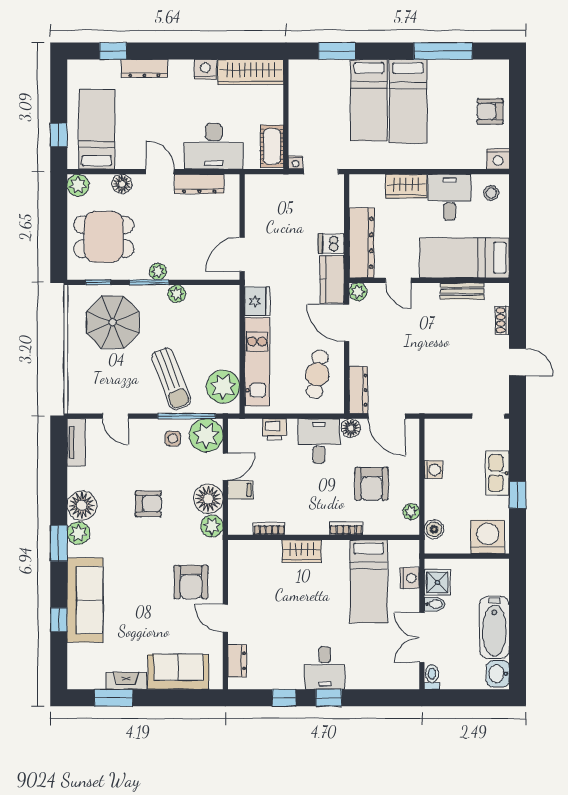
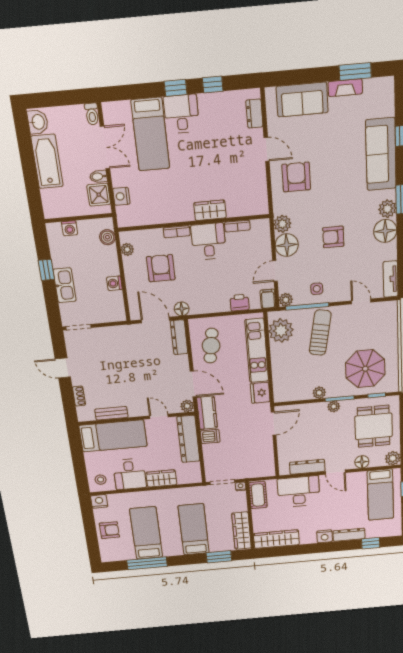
nightstand: (205, 69) -> (325, 536), moved
wardrobe: (300, 91) -> (242, 531), added
bed: (408, 101) -> (146, 533), moved
dining table: (104, 237) -> (374, 426), turned 90
sun lounger: (171, 379) -> (320, 333), turned 32
plant: (206, 435) -> (286, 300), width x0.53, depth x0.53
desk: (319, 441) -> (209, 241), moved, turned 180
filing cabinet: (240, 490) -> (268, 299), moved, turned 90
washing machine: (488, 537) -> (70, 228), width x0.53, depth x0.53
bed: (369, 581) -> (150, 134), moved, turned 180

